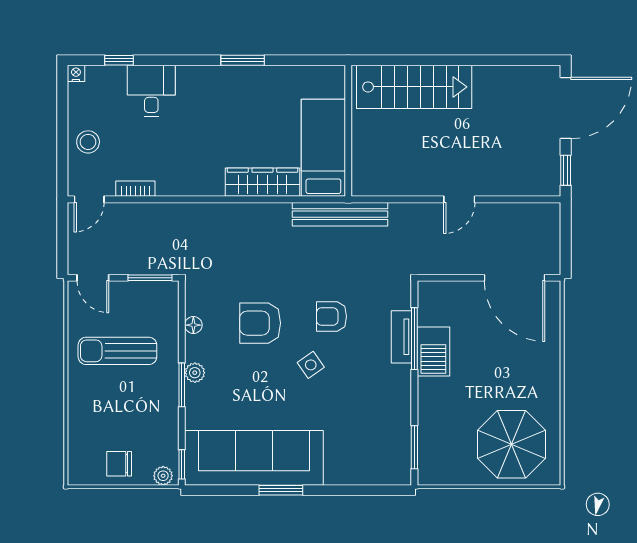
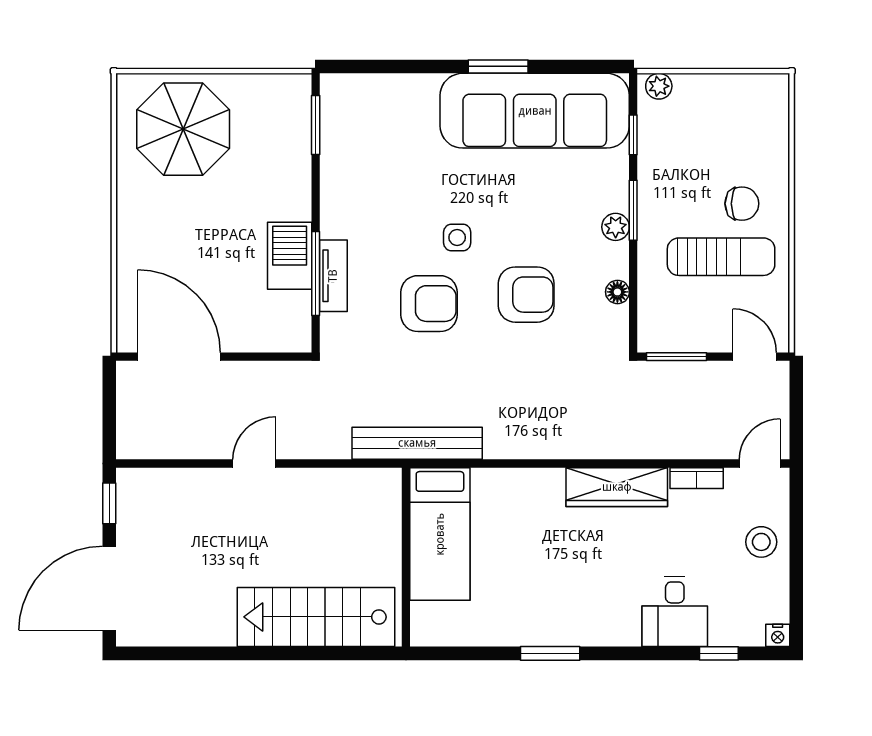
wardrobe: (262, 182) -> (617, 487), moved
armchair: (331, 317) -> (429, 304), width x1.38, depth x1.38
side table: (311, 365) -> (457, 238), turned 35
chair: (119, 464) -> (742, 204), moved
window: (182, 464) -> (633, 135), moved

